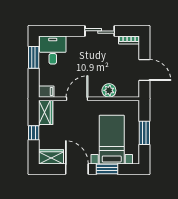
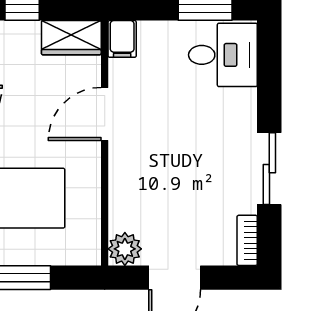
plant: (109, 90) -> (125, 249), moved
door: (77, 99) -> (105, 114), swing flipped

